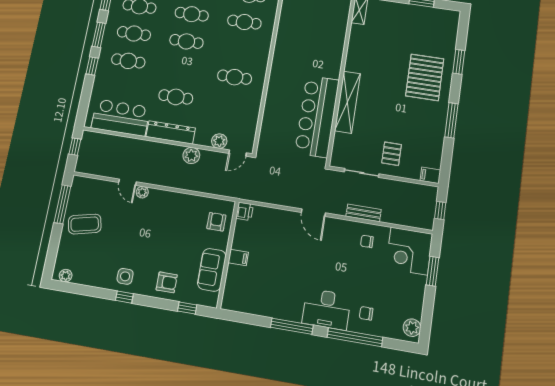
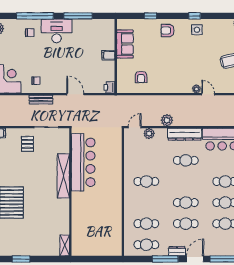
printer: (245, 211) -> (109, 87), moved
wall: (228, 255) -> (116, 56), moved
filing cabinet: (238, 258) -> (108, 55), moved
sofa: (212, 270) -> (125, 44), moved

